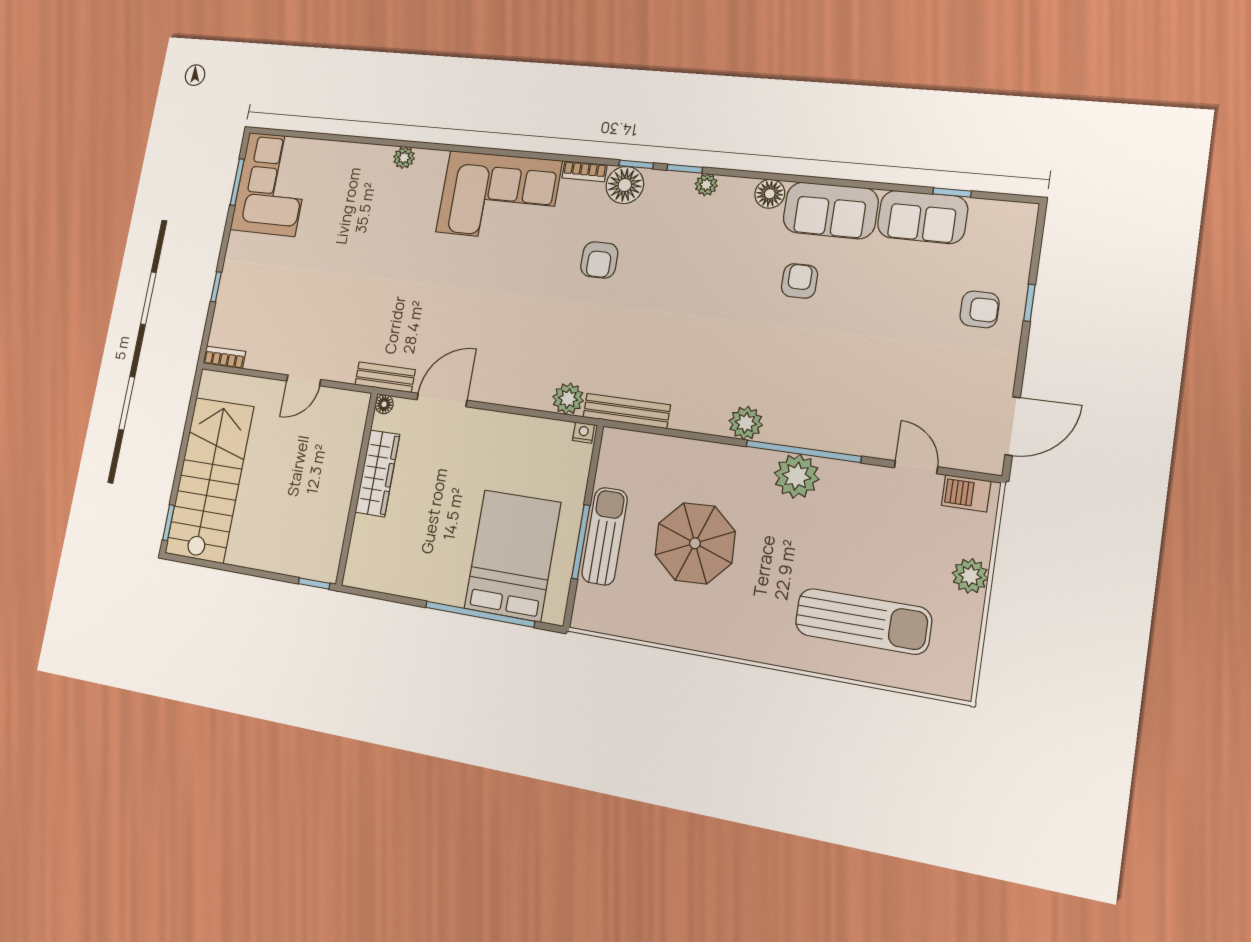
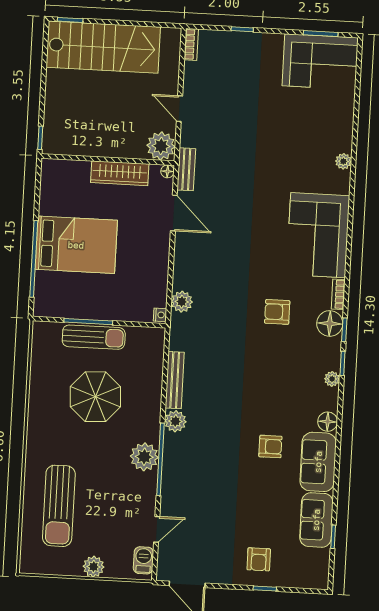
plant: (349, 411) -> (161, 146), added
bench: (627, 411) -> (175, 380), moved
bed: (512, 555) -> (76, 245), moved

